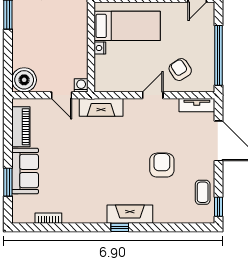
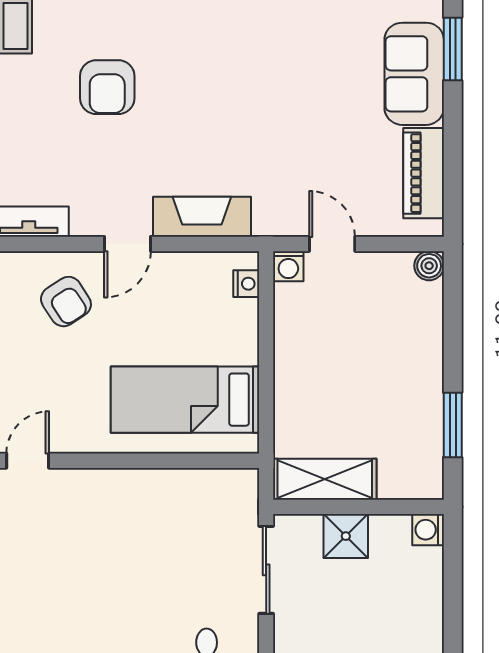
nightstand: (100, 48) -> (246, 284), moved
boiler: (24, 80) -> (429, 266), width x0.54, depth x0.54
fireplace: (101, 107) -> (202, 217), moved

